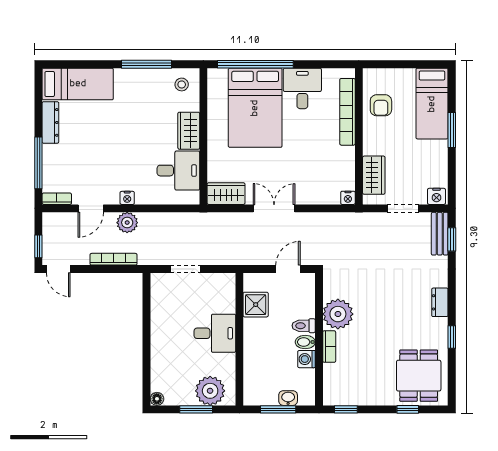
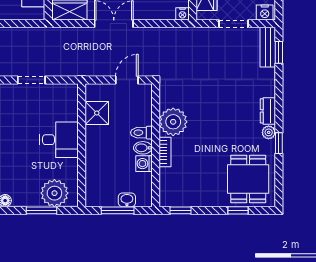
plant: (441, 325) -> (269, 132), added

